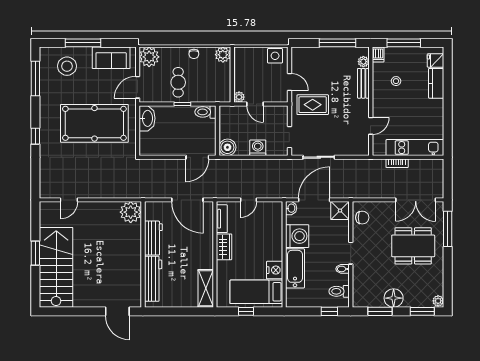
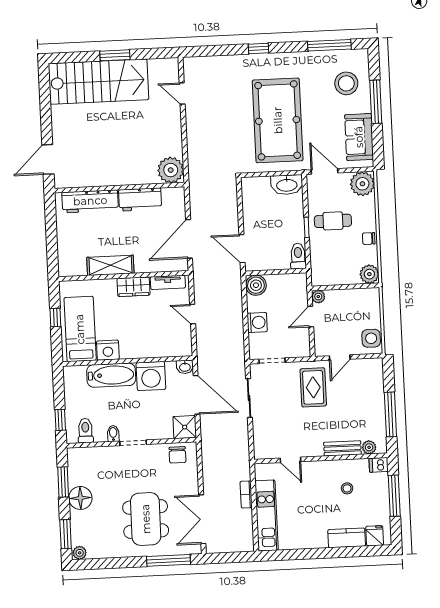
shelving: (206, 288) -> (110, 265), moved

